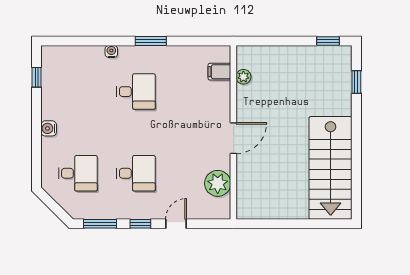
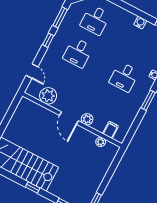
plant: (222, 112) -> (87, 119), added
water cooler: (49, 128) -> (140, 23), moved
window: (356, 138) -> (33, 188), added
door: (176, 224) -> (32, 71), moved

